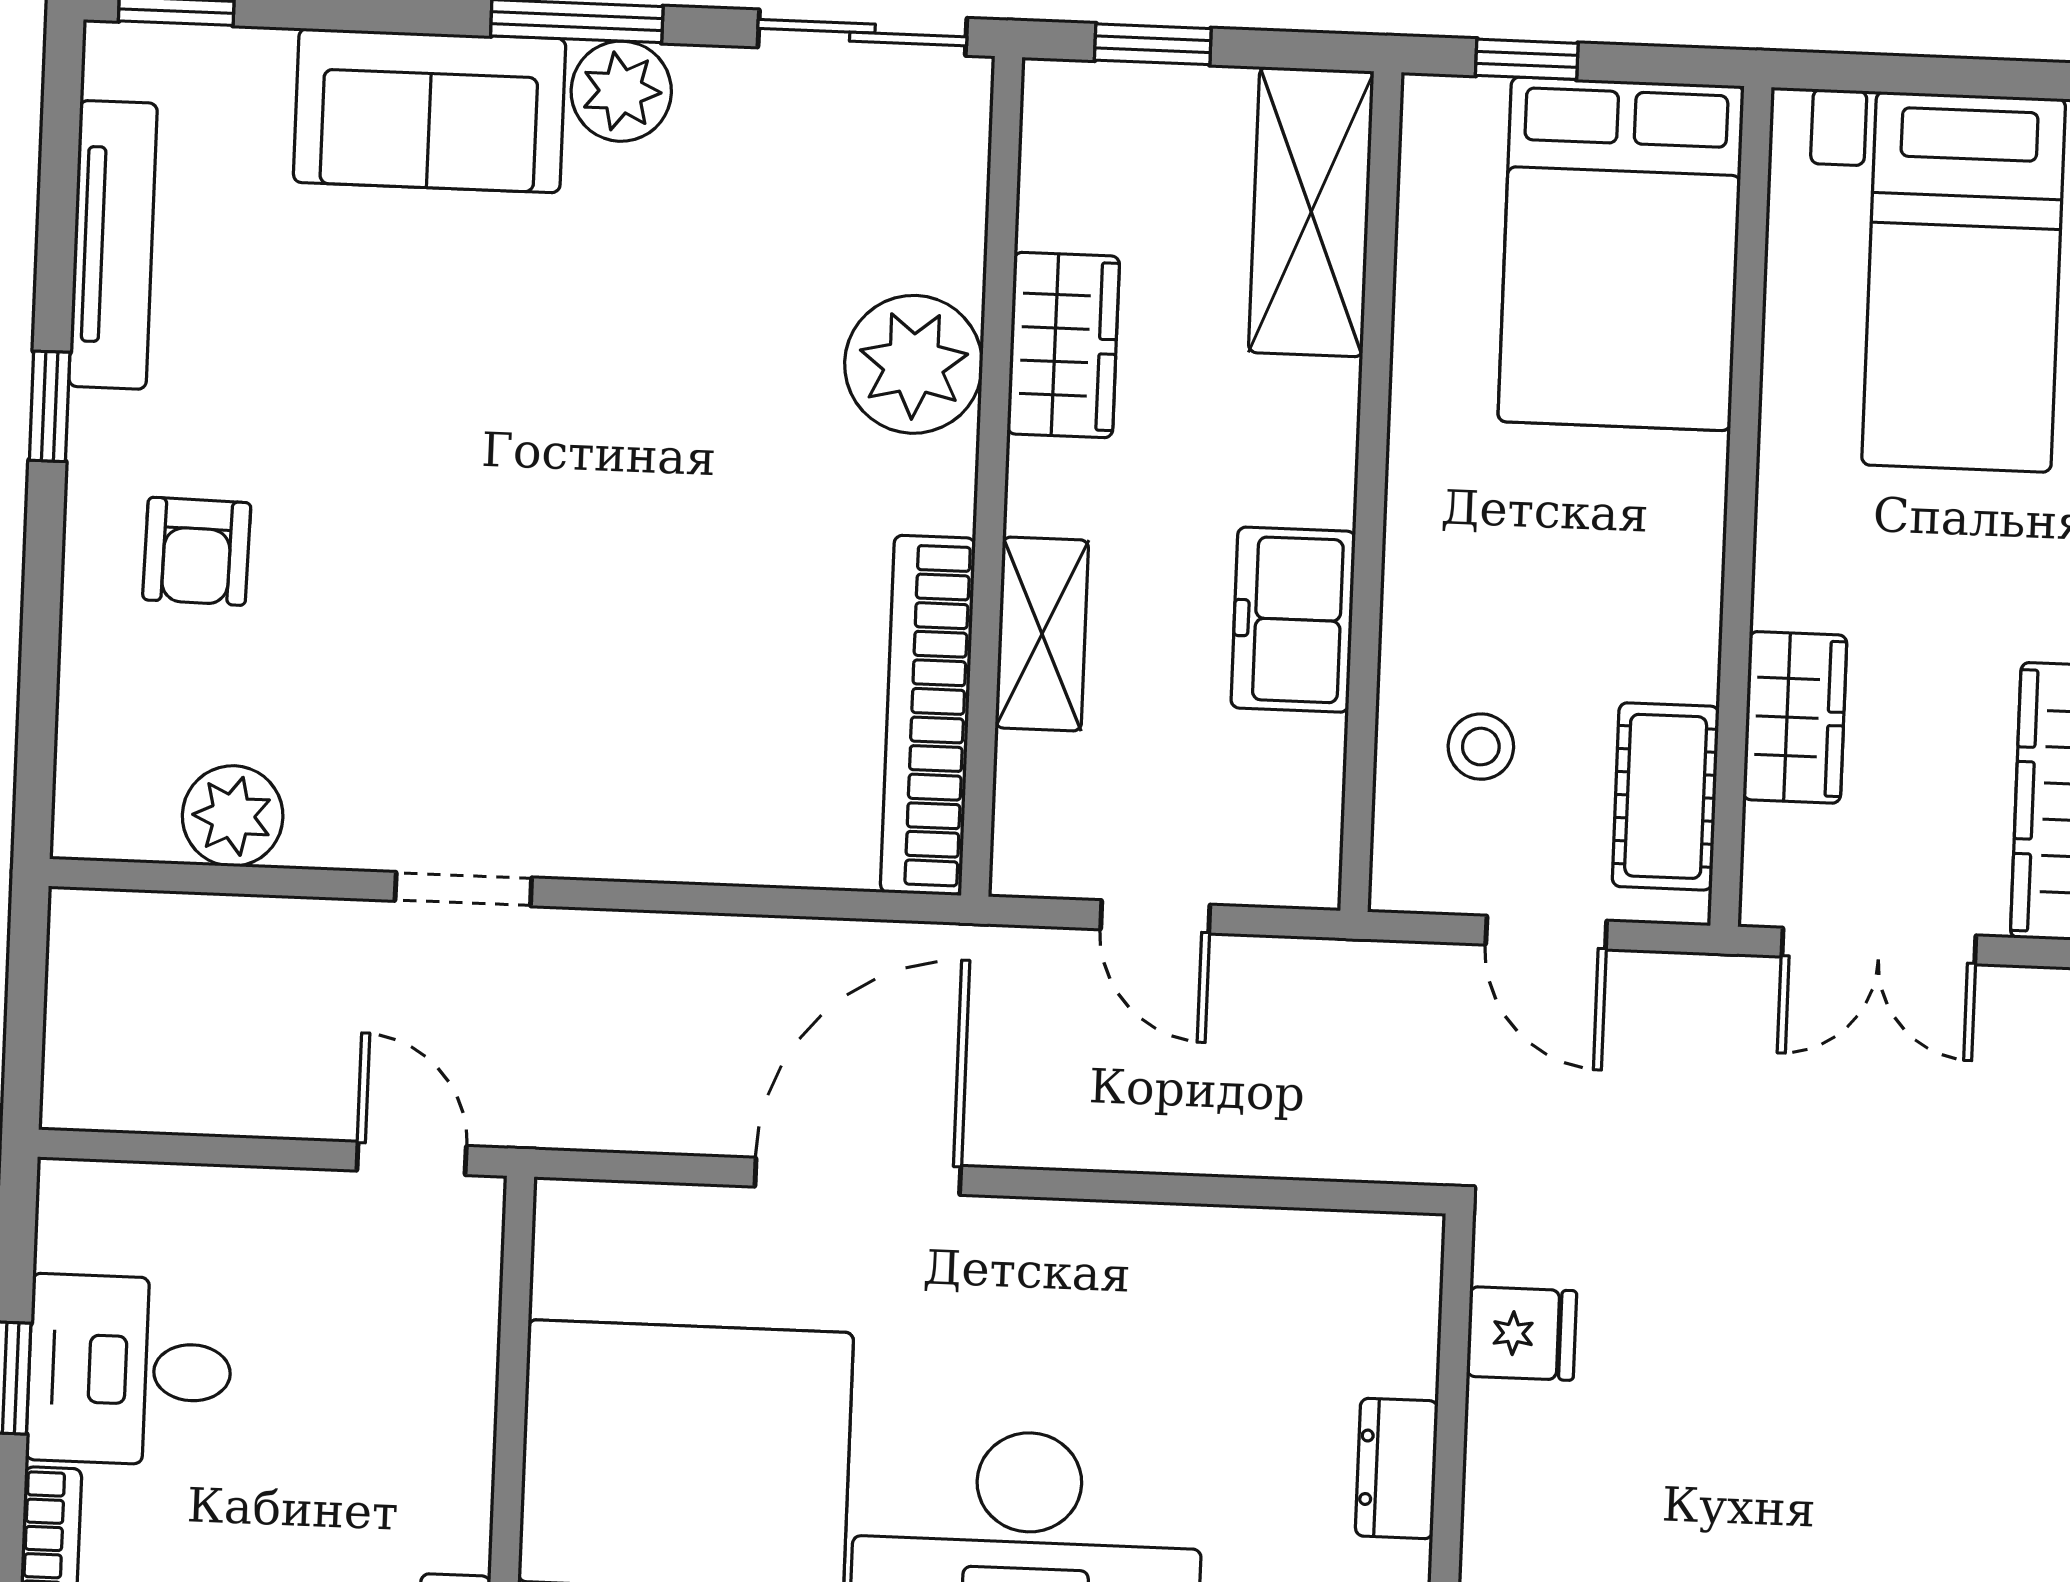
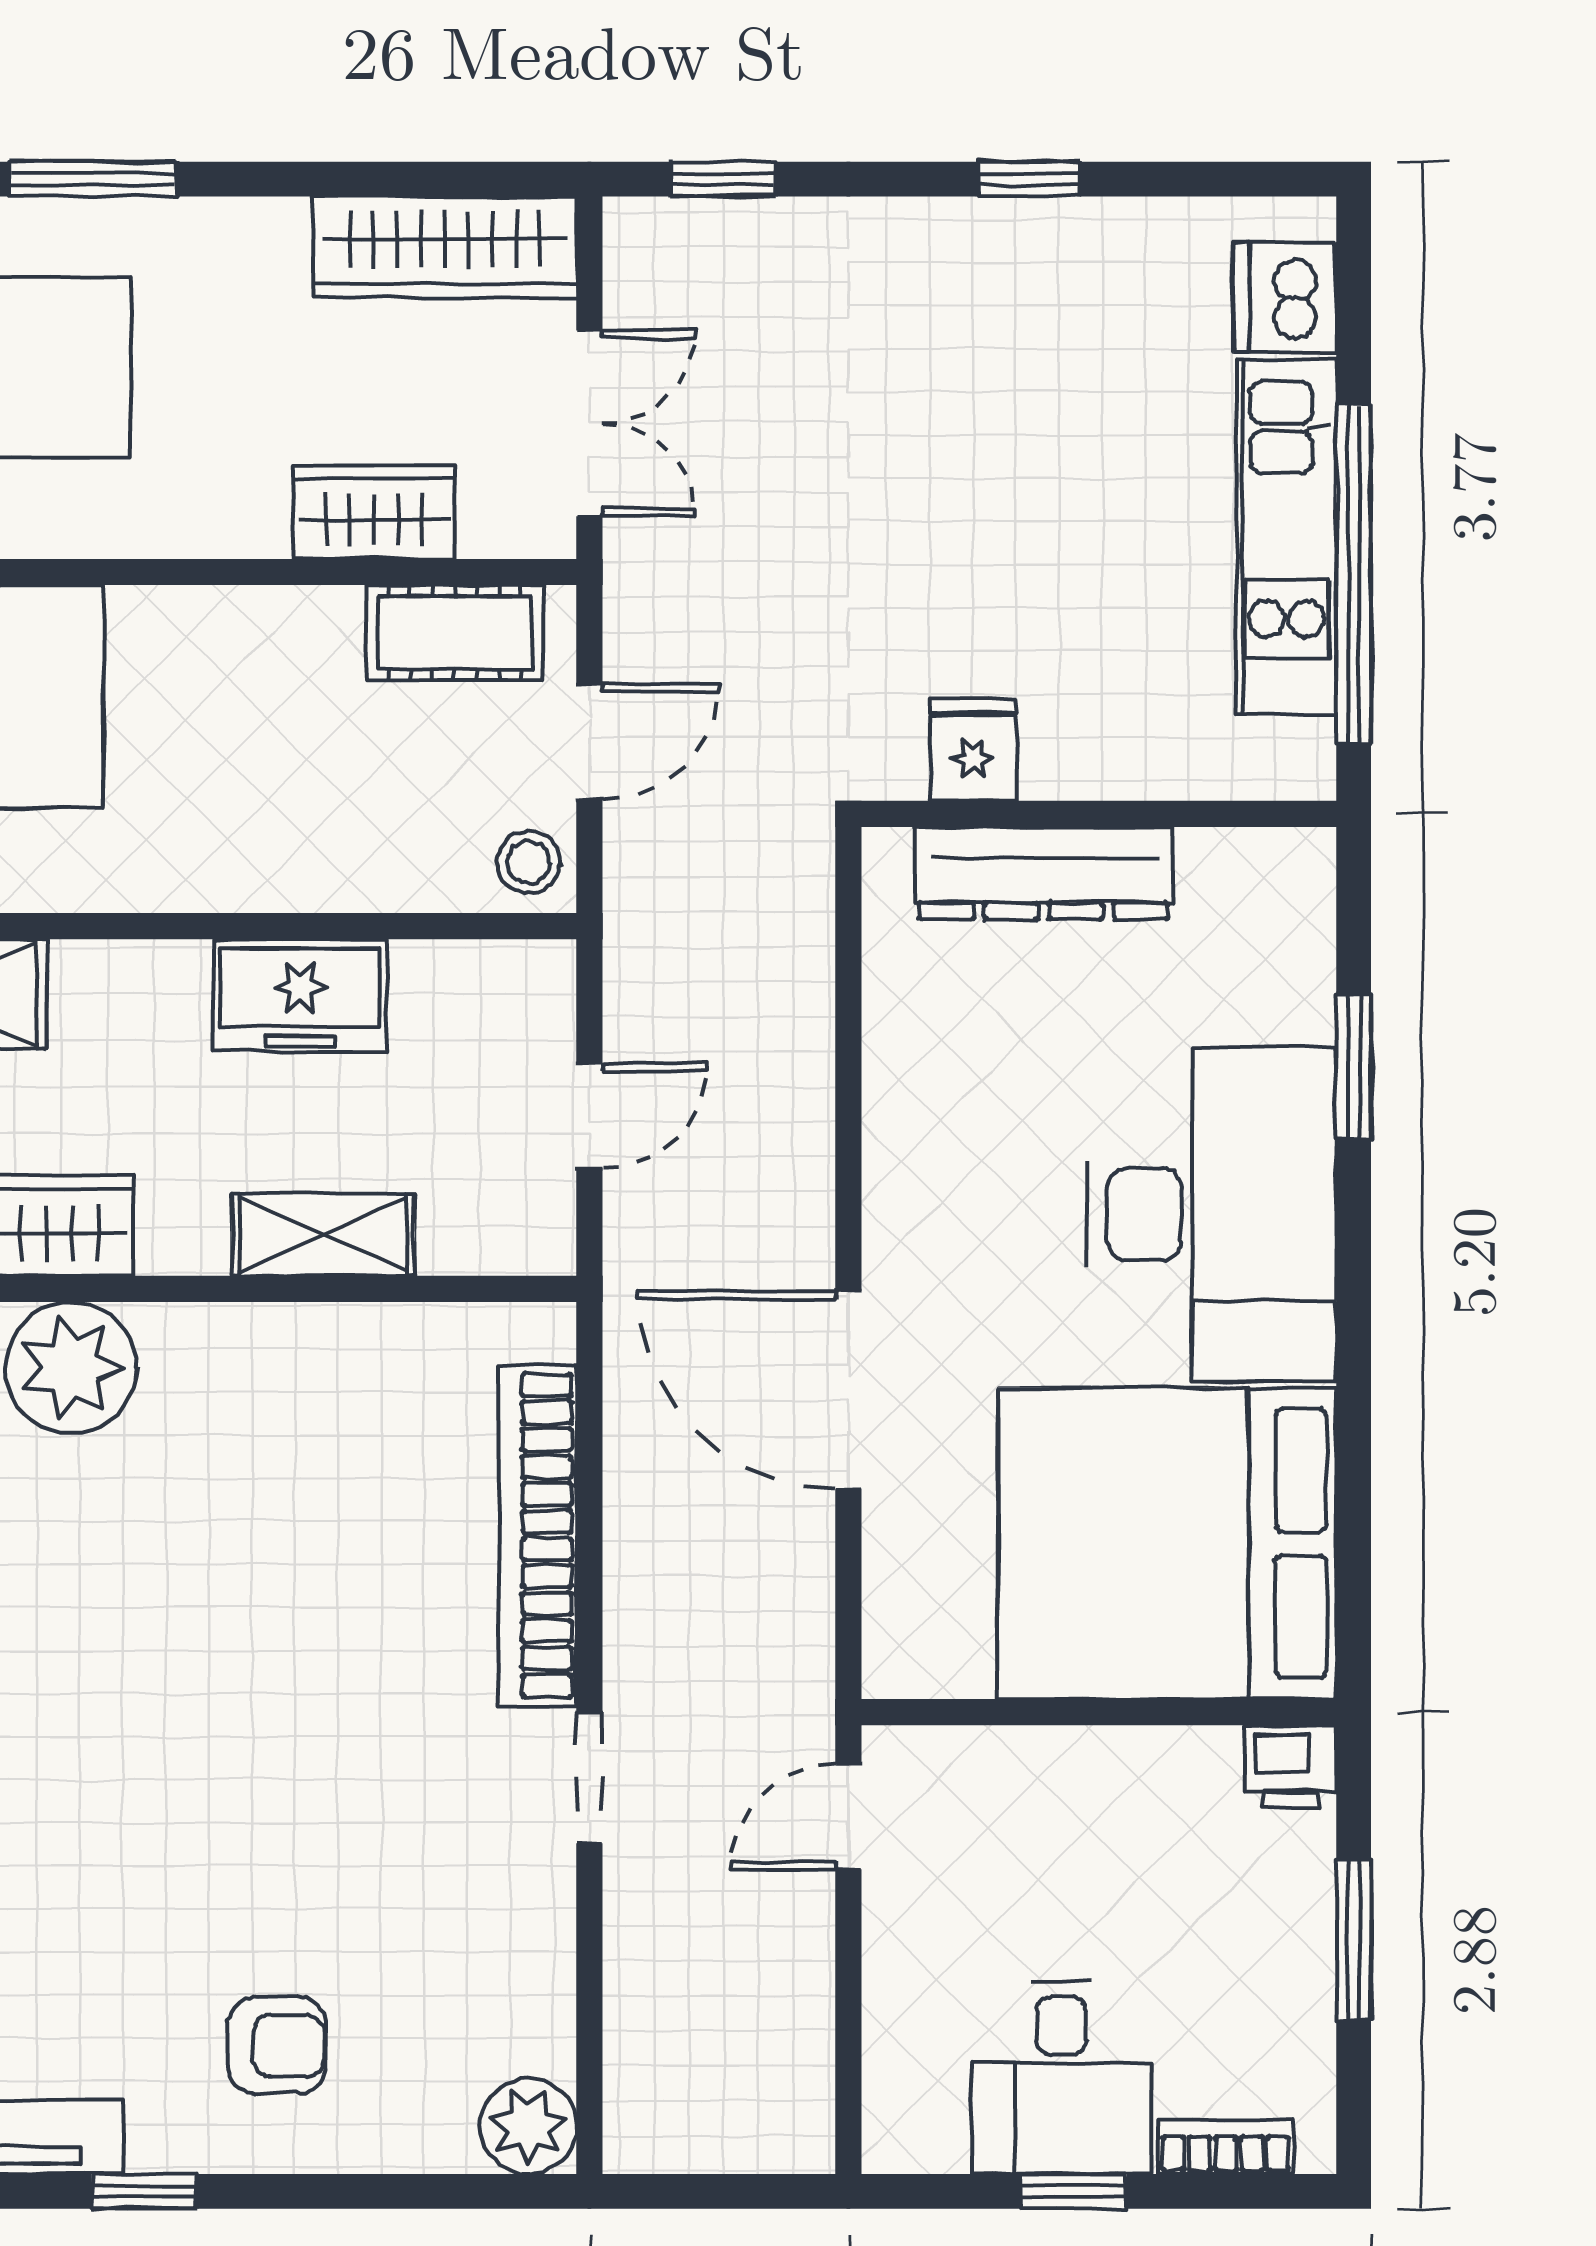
bookcase: (928, 715) -> (538, 1535), moved, turned 90
stool: (1481, 747) -> (529, 862), moved
plant: (233, 816) -> (528, 2126), moved
dresser: (1397, 1468) -> (1043, 873), width x1.96, depth x1.24

